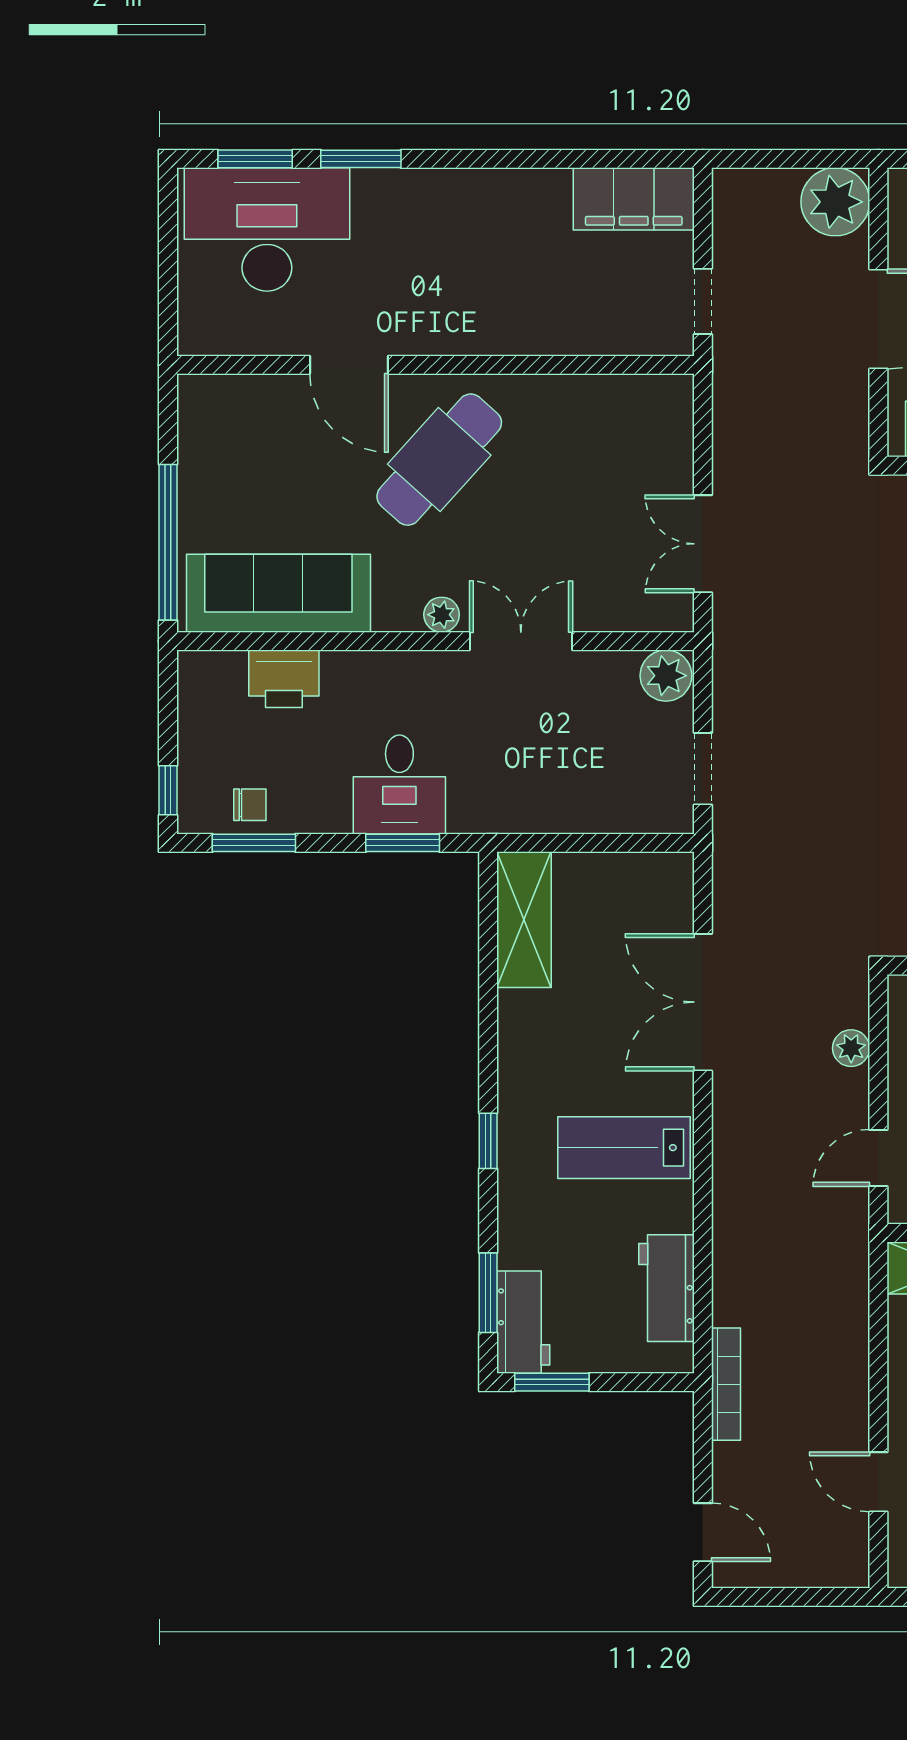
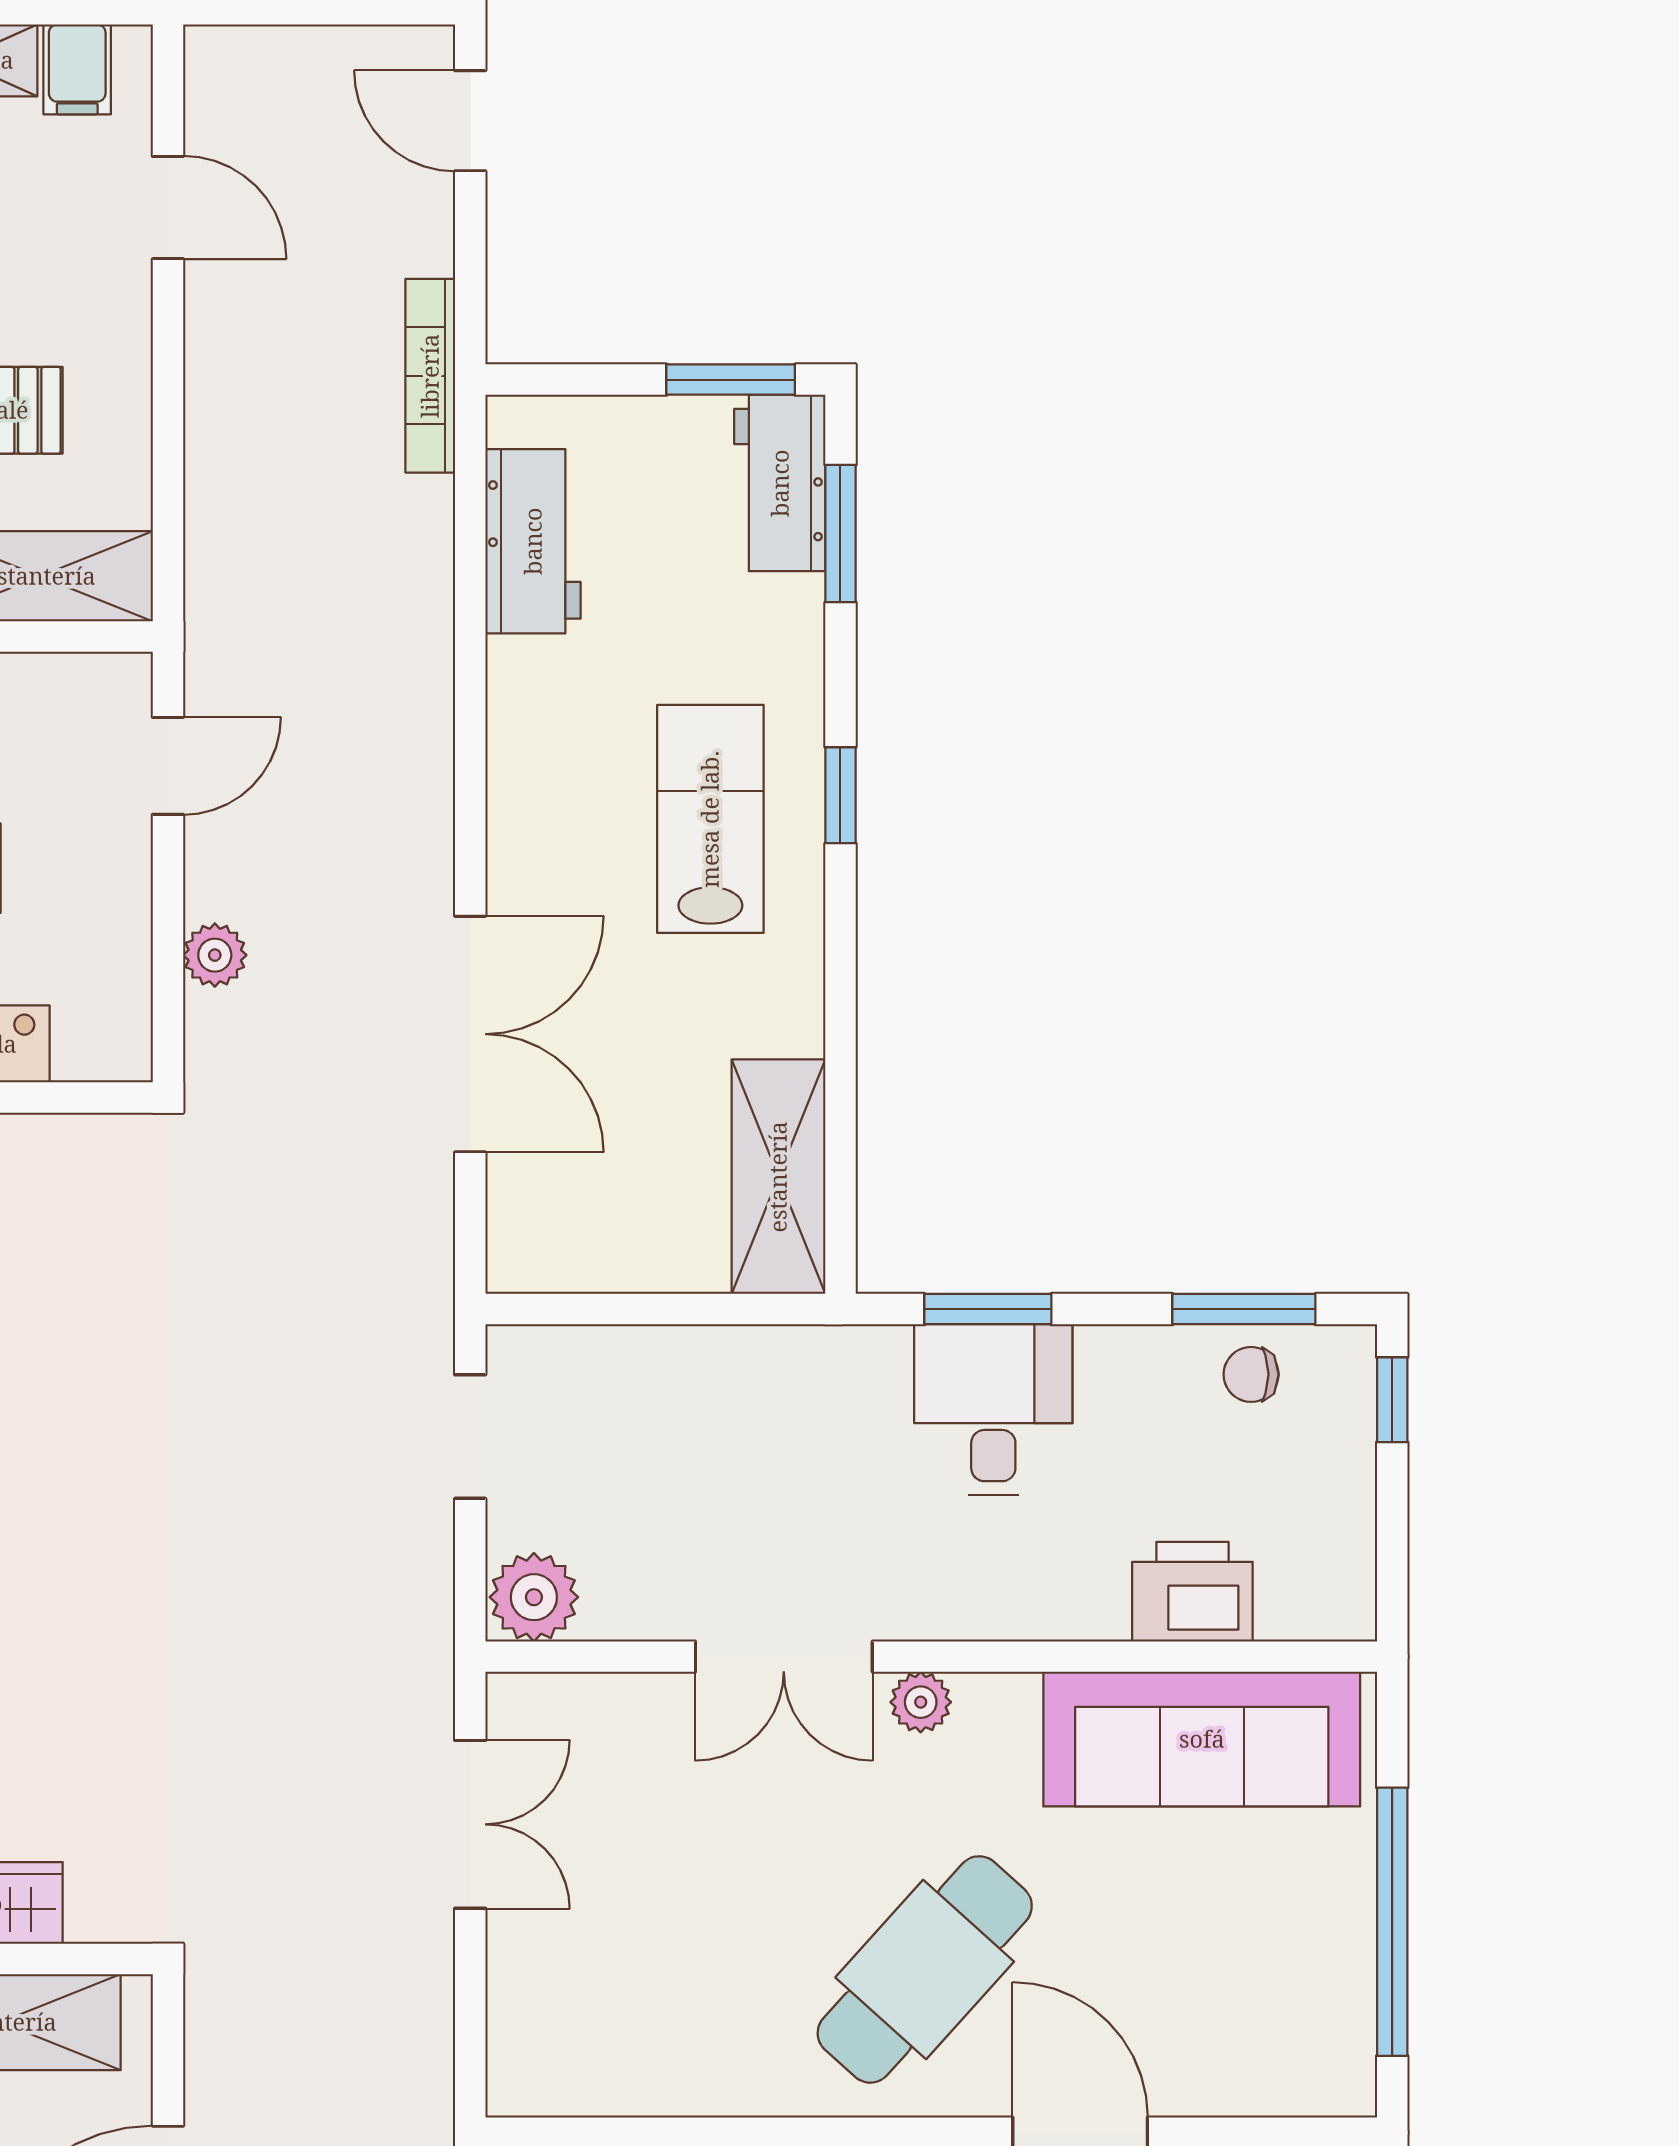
window: (168, 542) -> (1392, 1922), moved
lab bench: (624, 1148) -> (710, 819), moved, turned -90

